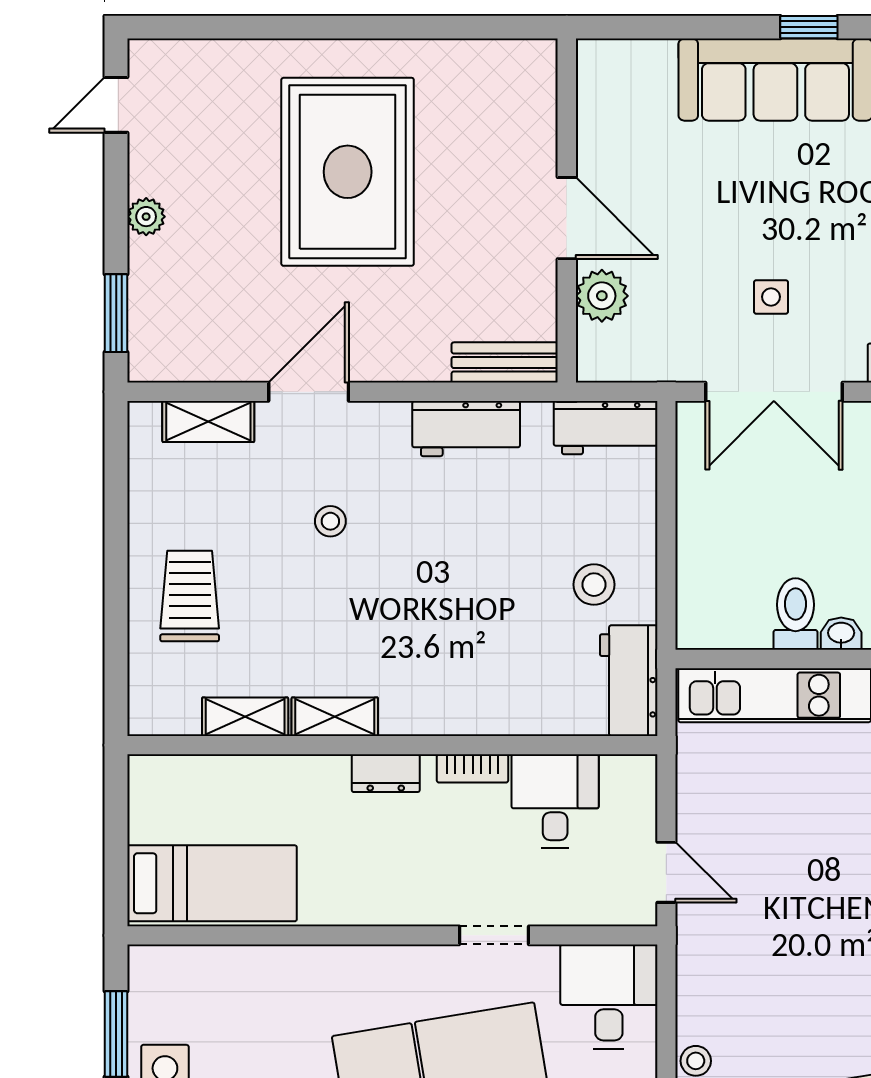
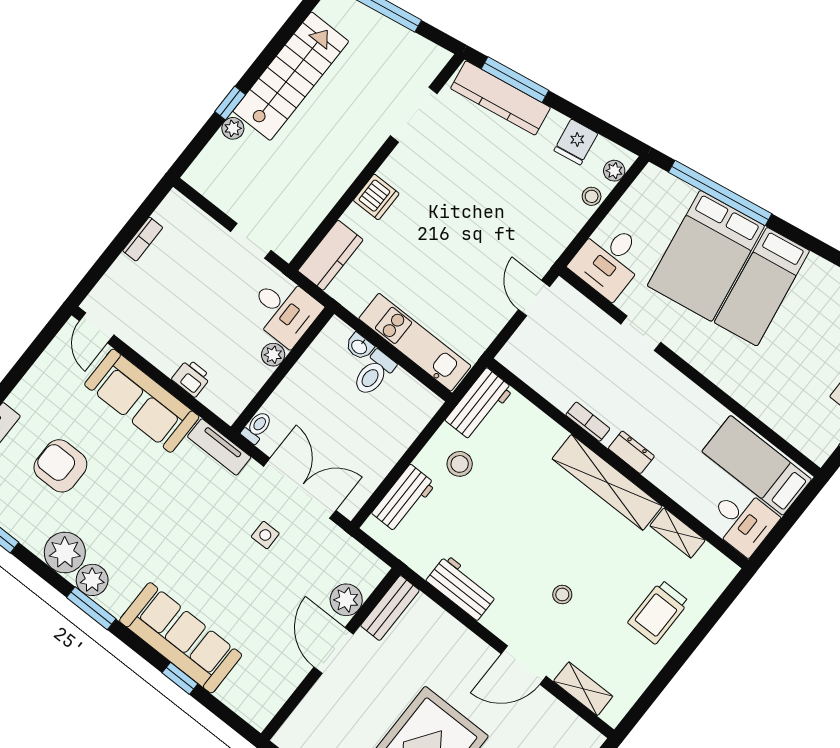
window: (809, 27) -> (180, 678), moved
bench: (505, 362) -> (390, 608), moved, turned 90
workbench: (606, 428) -> (404, 499), moved, turned 90
shelving: (335, 717) -> (607, 482), width x2.20, depth x1.33
desk: (555, 801) -> (743, 521), moved, turned -90

